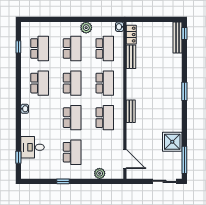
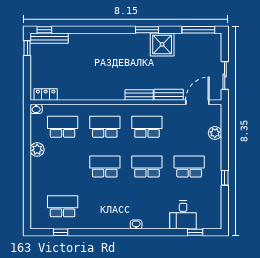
window: (169, 19) -> (27, 48), added
school desk: (72, 48) -> (63, 167), removed
bench: (131, 57) -> (169, 95), moved
school desk: (40, 83) -> (105, 206), removed
window: (184, 91) -> (147, 30), moved
shower: (172, 142) -> (162, 44), moved
sliding door: (165, 181) -> (225, 75), moved

